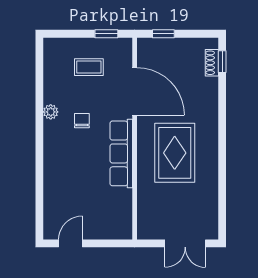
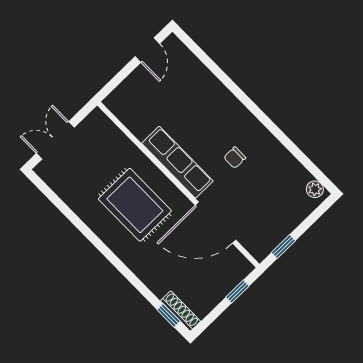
shoe rack: (212, 63) -> (181, 311), width x1.43
coffee table: (89, 67) -> (271, 206), removed
plant: (51, 112) -> (315, 189), moved
chair: (82, 121) -> (235, 158), turned 90

